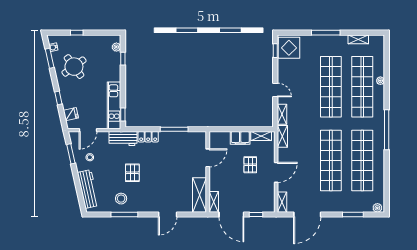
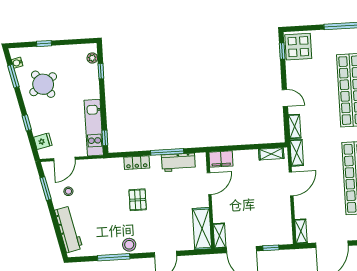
filing cabinet: (240, 138) -> (221, 159), moved
workbench: (123, 139) -> (178, 162), moved
pallet: (250, 165) -> (260, 189), removed
door: (276, 172) -> (291, 184), moved
pallet: (132, 173) -> (138, 200), moved
stool: (121, 199) -> (129, 245), moved

